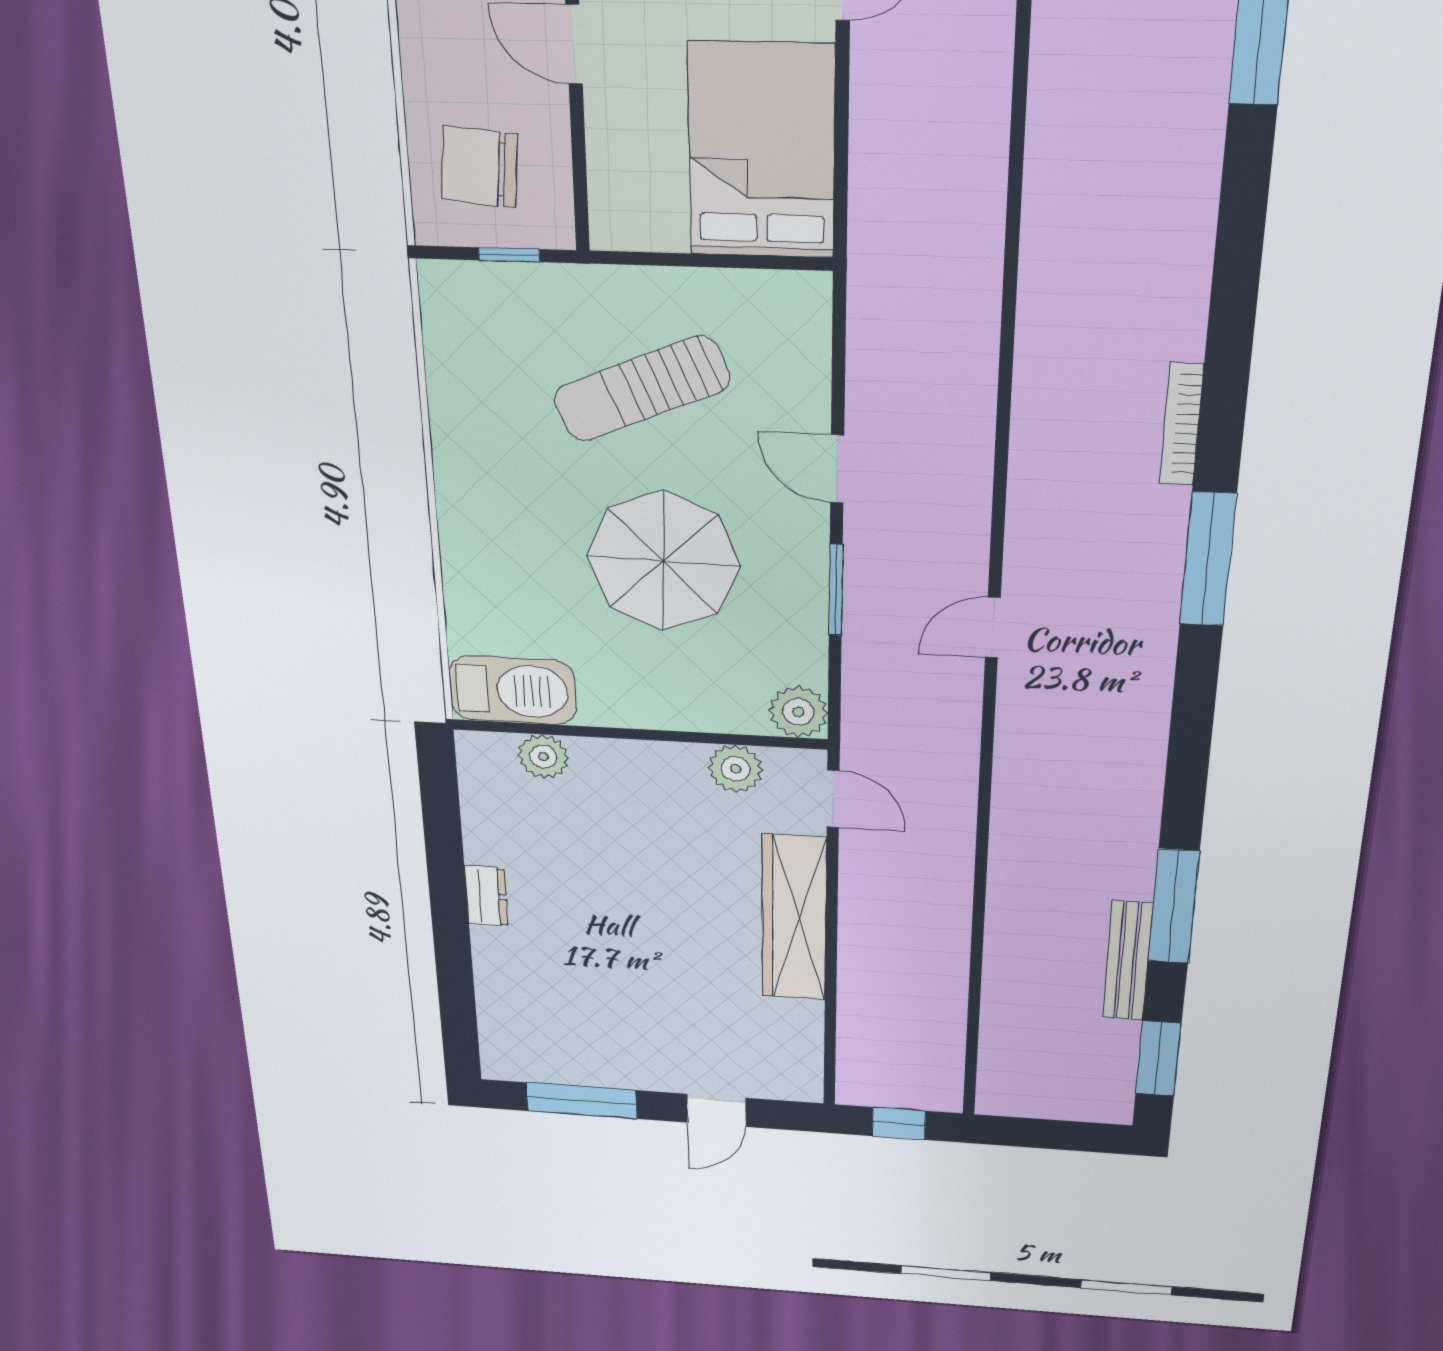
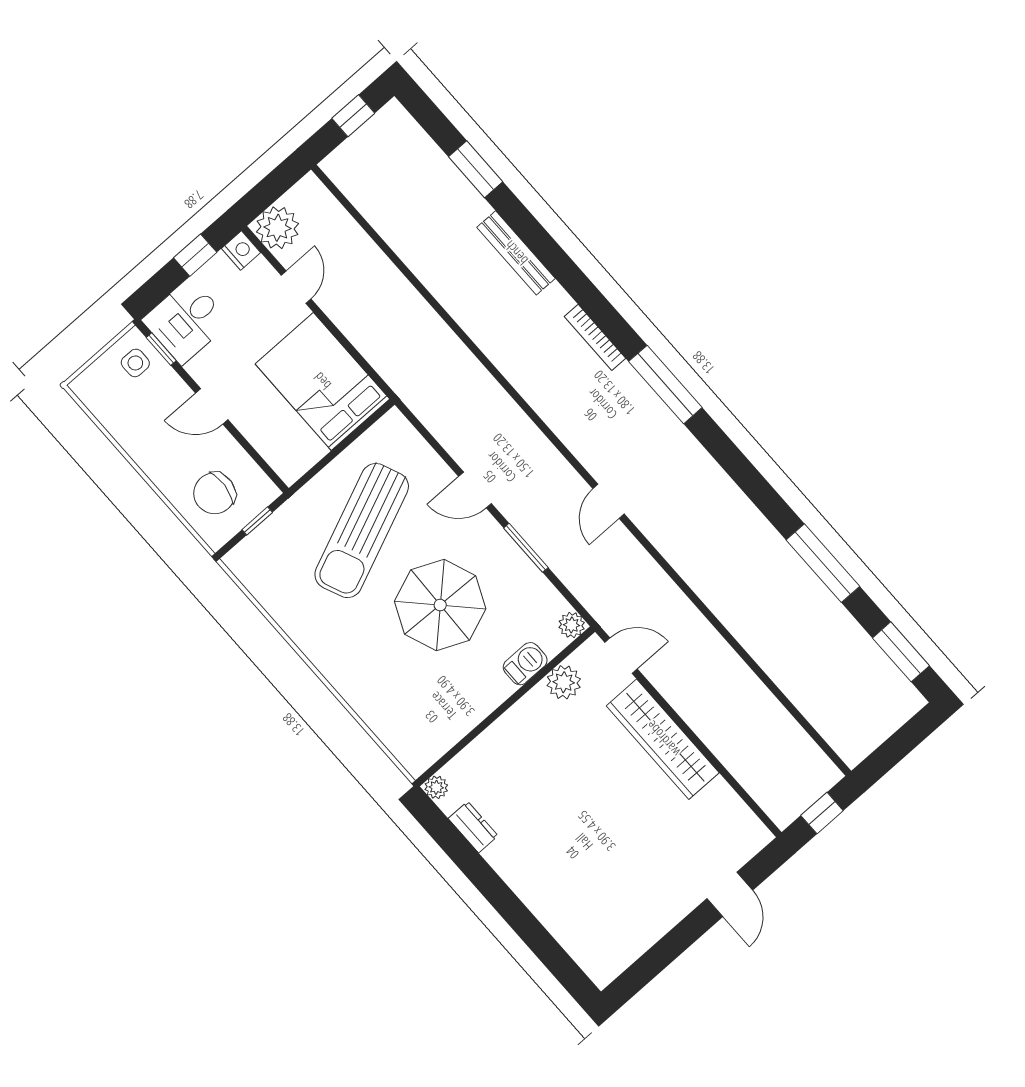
sun lounger: (642, 389) -> (362, 531), width x1.36, depth x1.34
barbecue: (512, 690) -> (525, 664), moved, width x0.53, depth x0.65
plant: (798, 712) -> (572, 625), width x0.73, depth x0.73
plant: (543, 757) -> (436, 787), moved, width x0.73, depth x0.73
dresser: (486, 896) -> (473, 827), moved
bench: (1128, 961) -> (516, 253), moved
window: (582, 1101) -> (661, 955), removed

